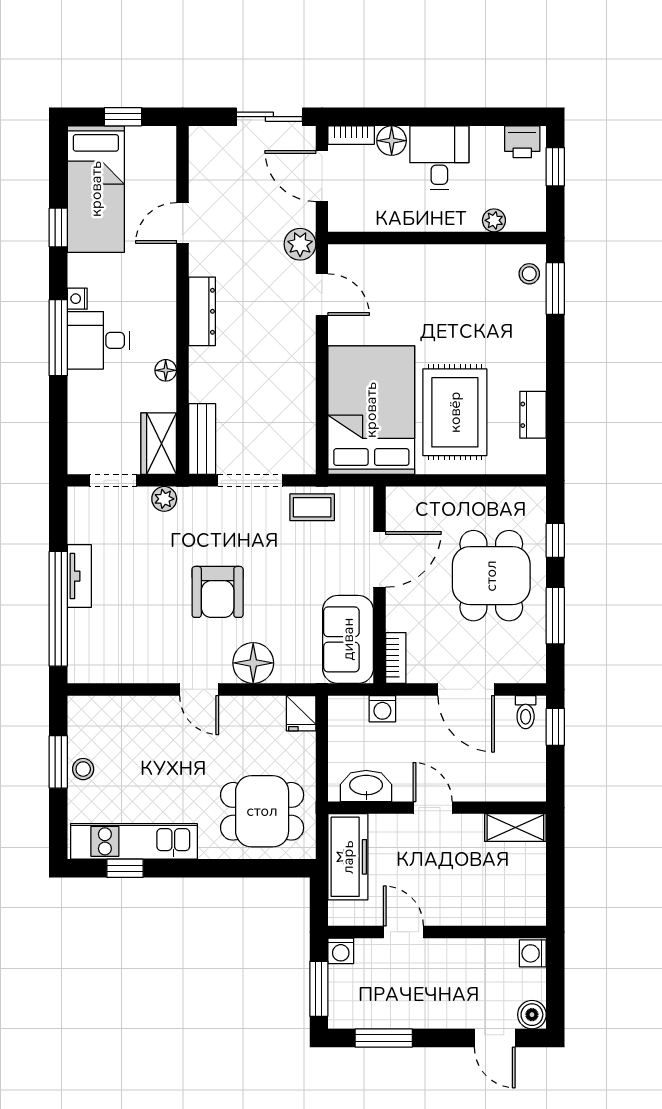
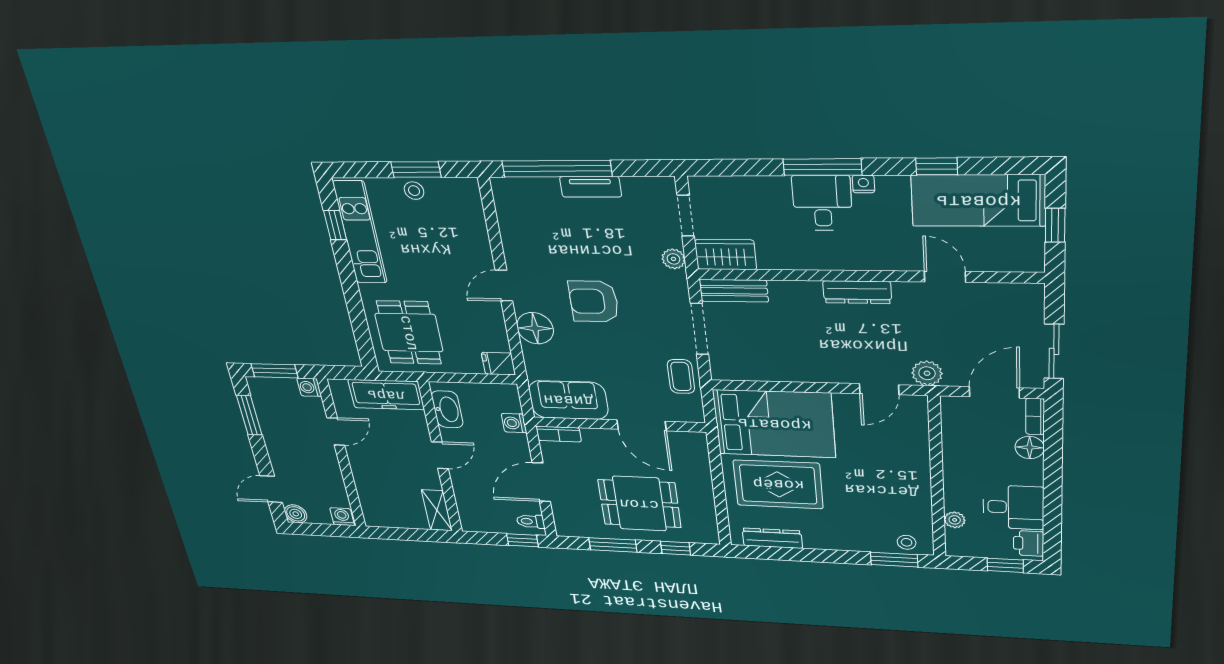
desk: (439, 158) -> (1013, 507), moved
floor lamp: (166, 370) -> (797, 261), removed
dresser: (533, 415) -> (772, 538), width x1.44

